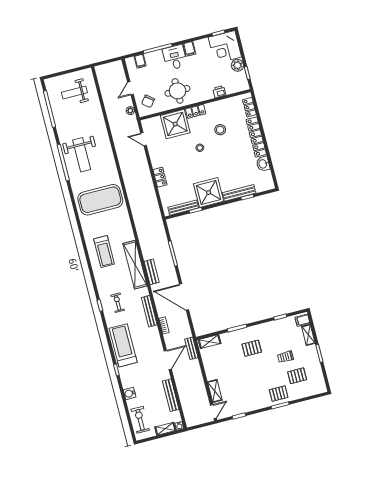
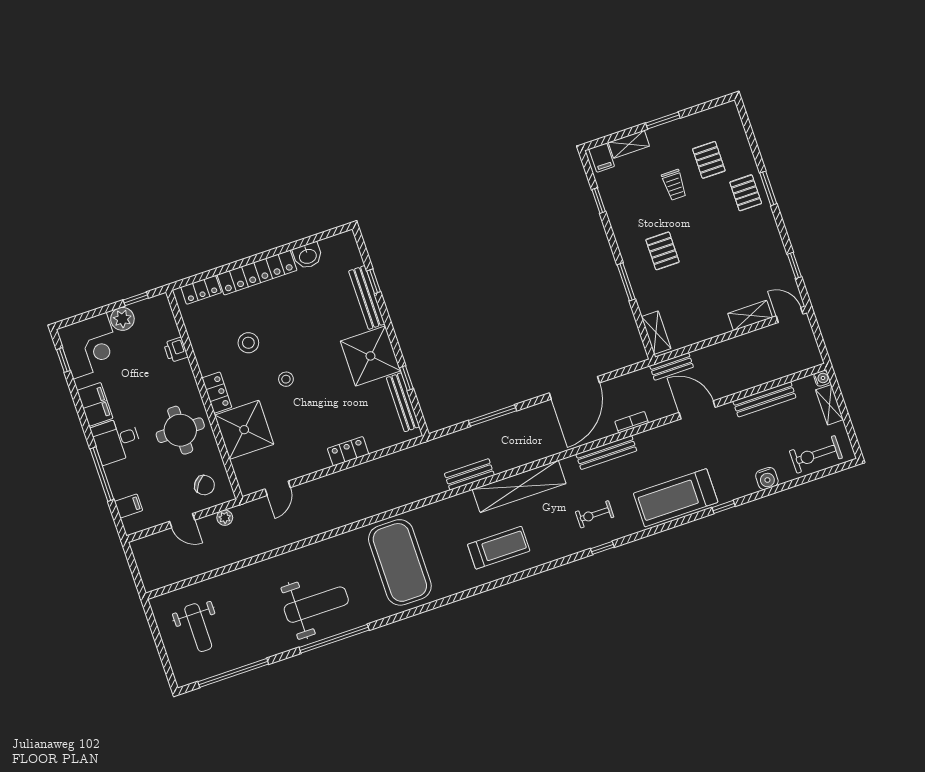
filing cabinet: (189, 49) -> (95, 404), width x2.00
bench: (152, 272) -> (469, 474), moved

